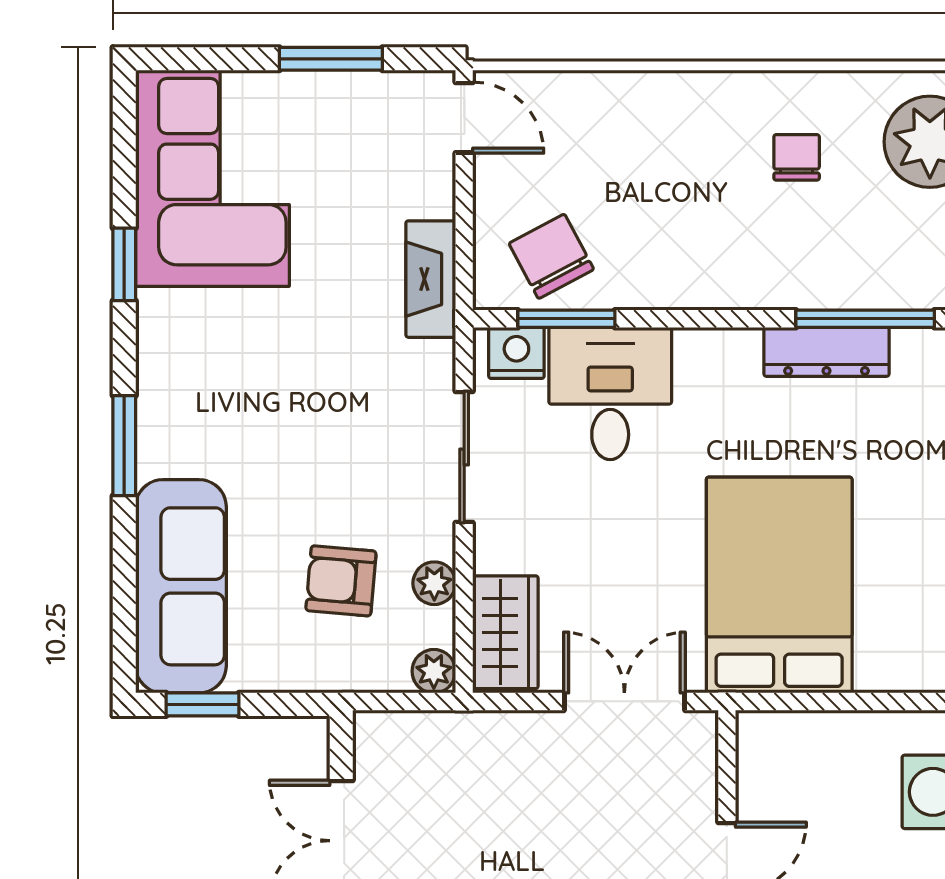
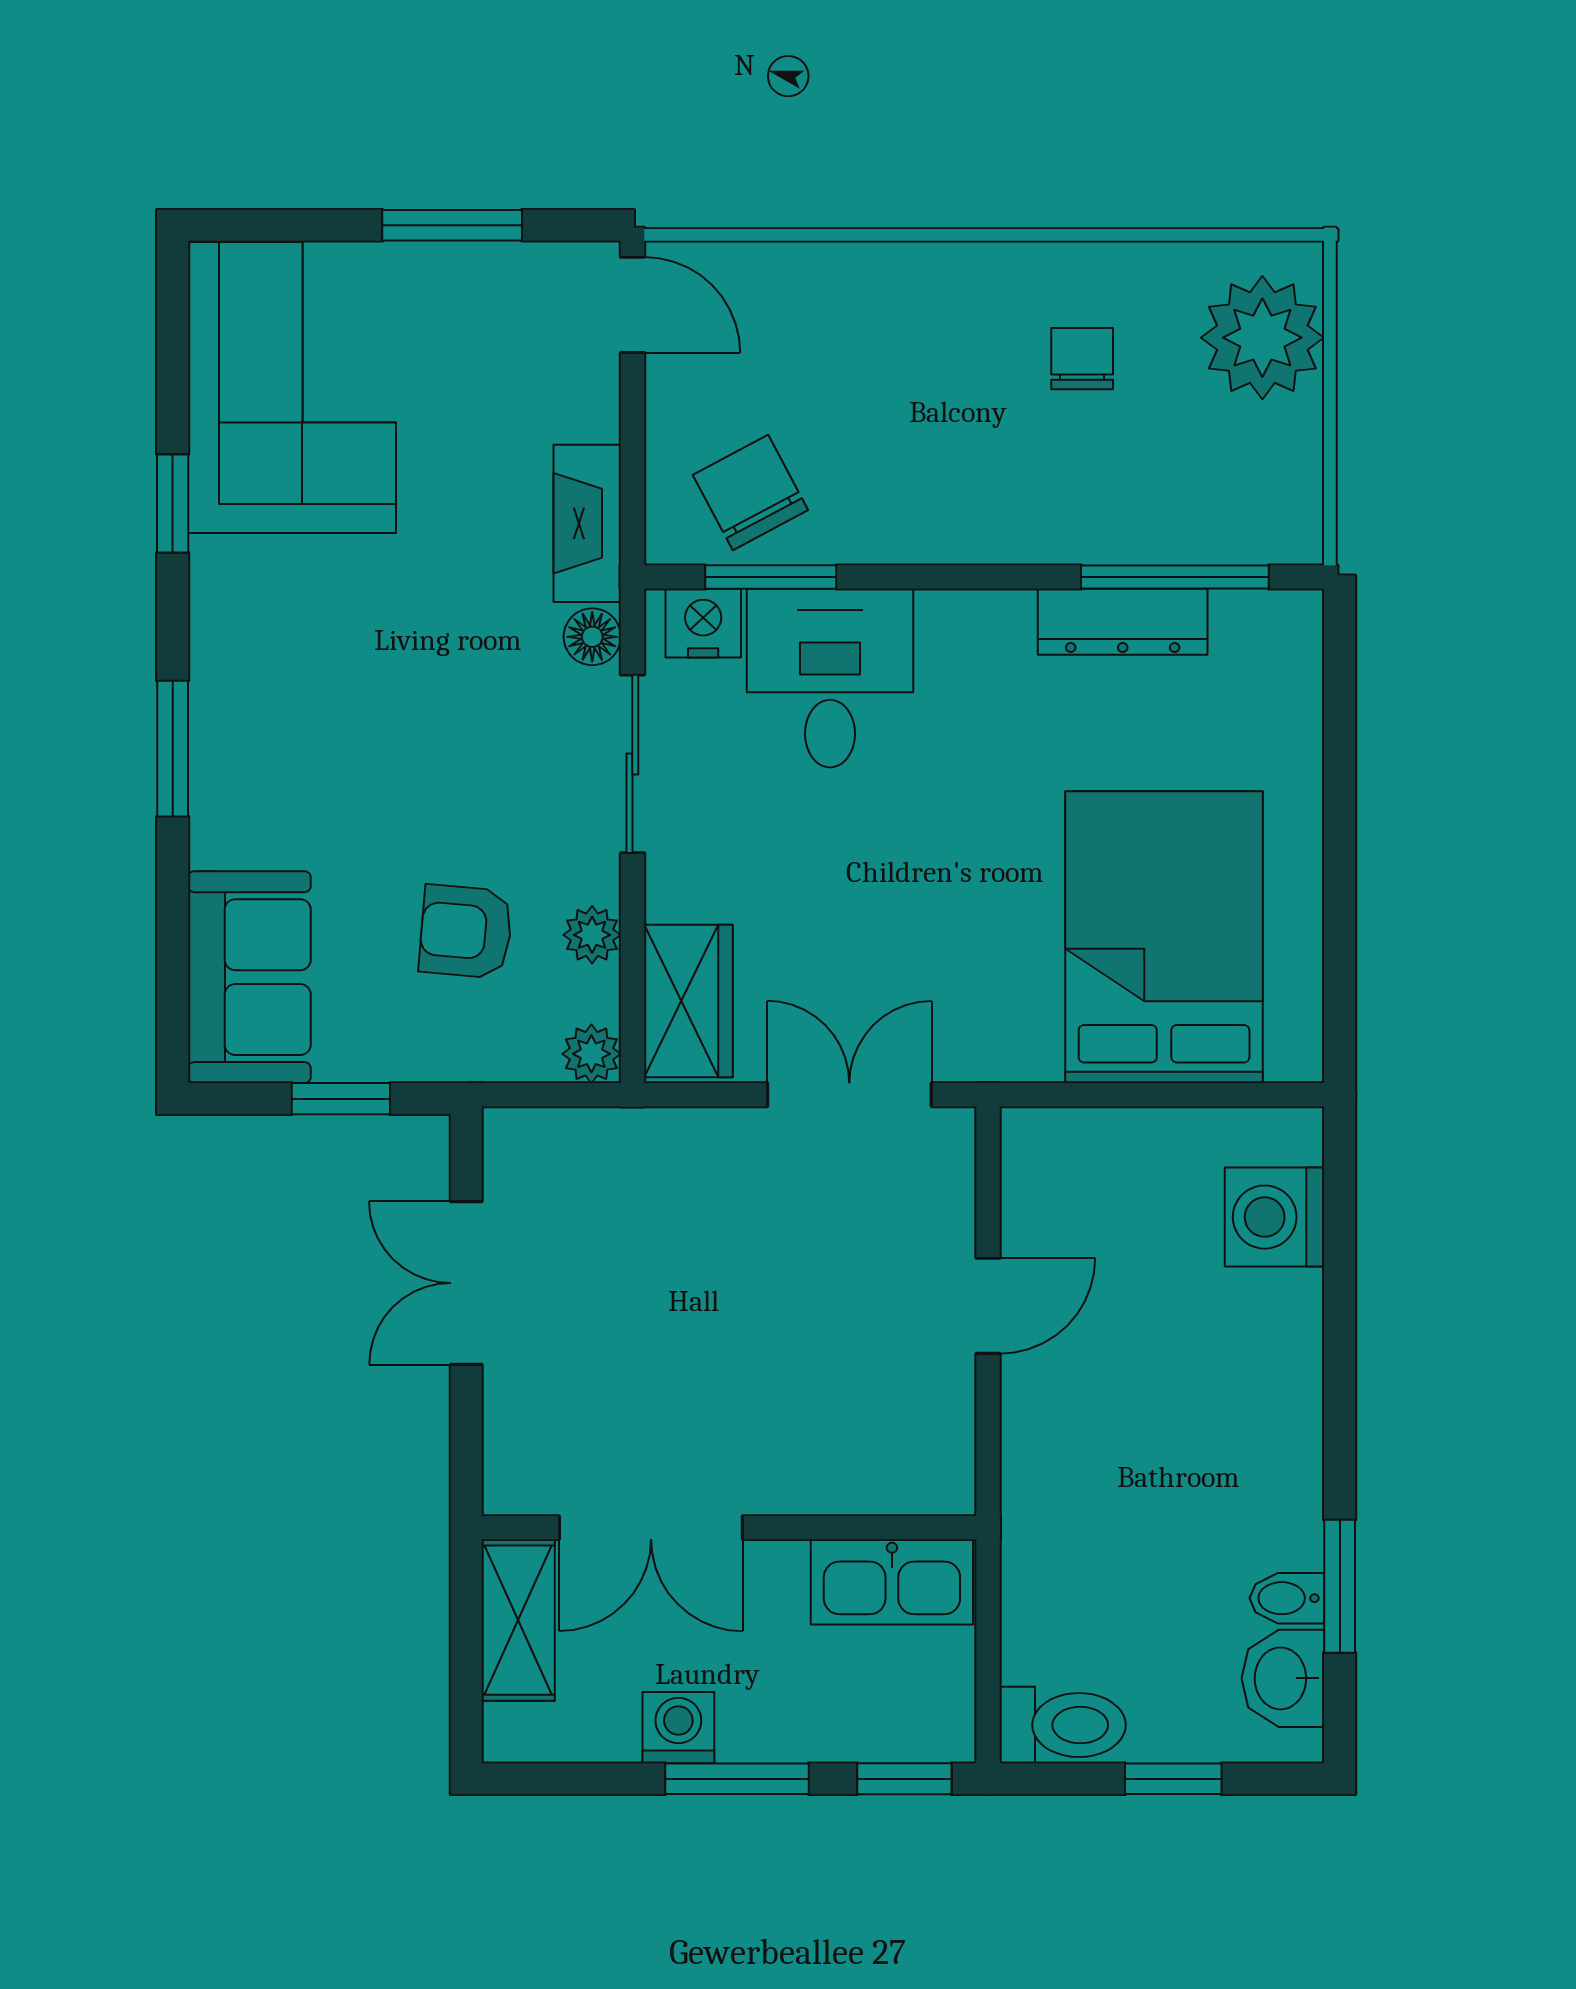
floor lamp: (434, 363) -> (592, 637), added
bed: (779, 585) -> (1164, 937), moved
sofa: (181, 586) -> (249, 977), width x0.73
window: (203, 704) -> (341, 1099), moved

